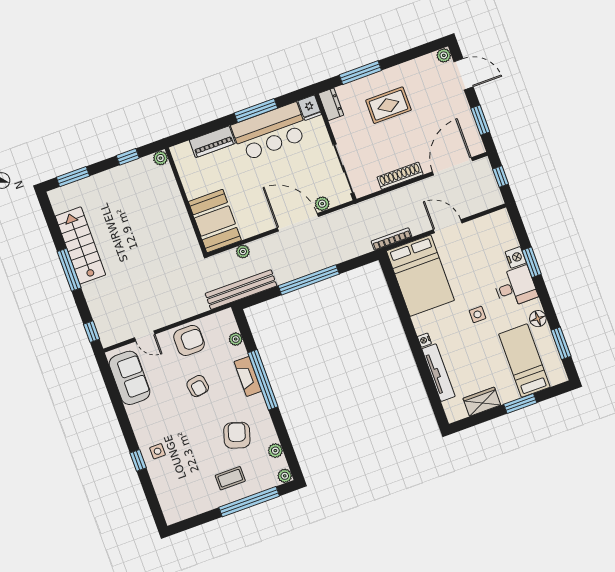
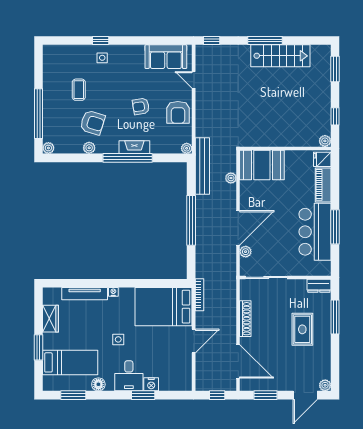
fridge: (310, 108) -> (322, 159), moved
door: (145, 336) -> (194, 80), hinge flipped
plant: (236, 339) -> (187, 148), moved
plant: (275, 451) -> (89, 148), moved
coffee table: (230, 478) -> (79, 90), moved

